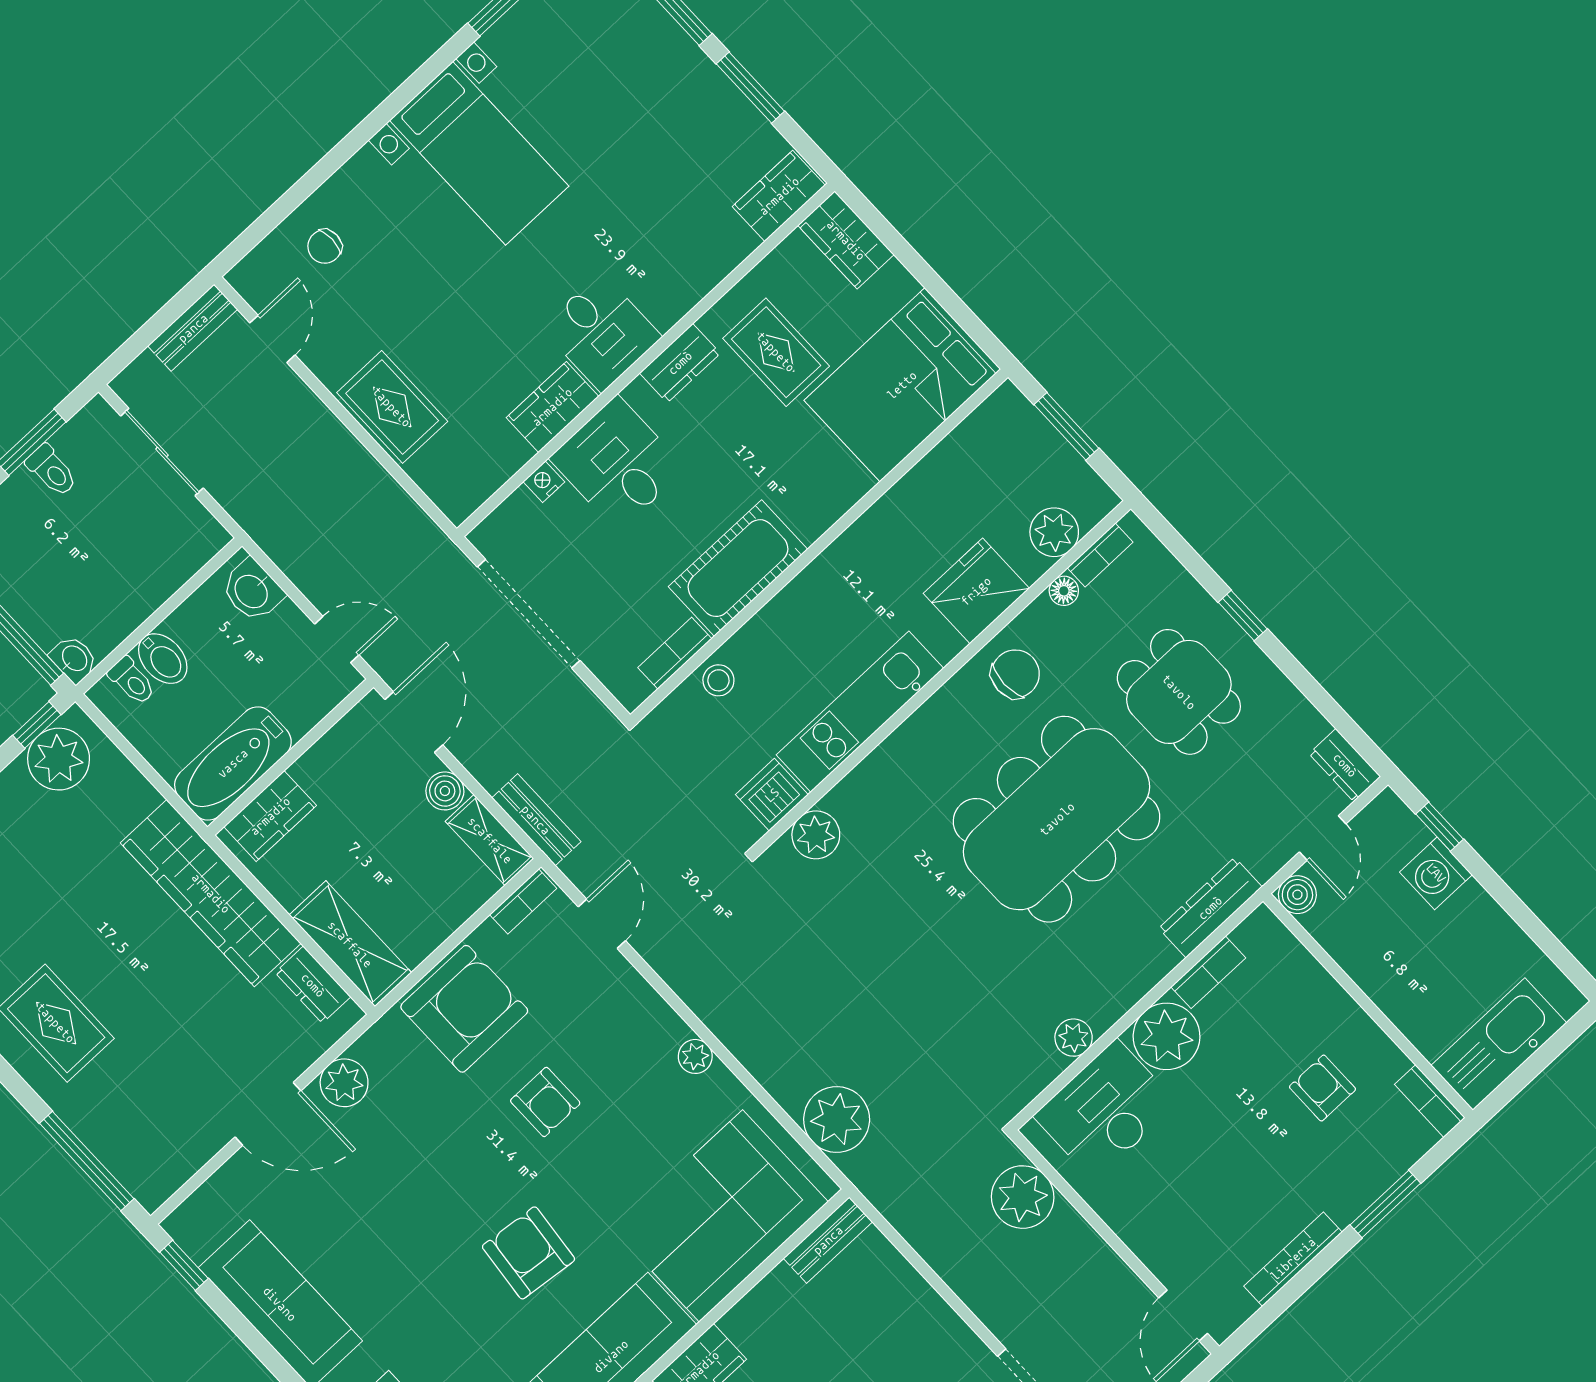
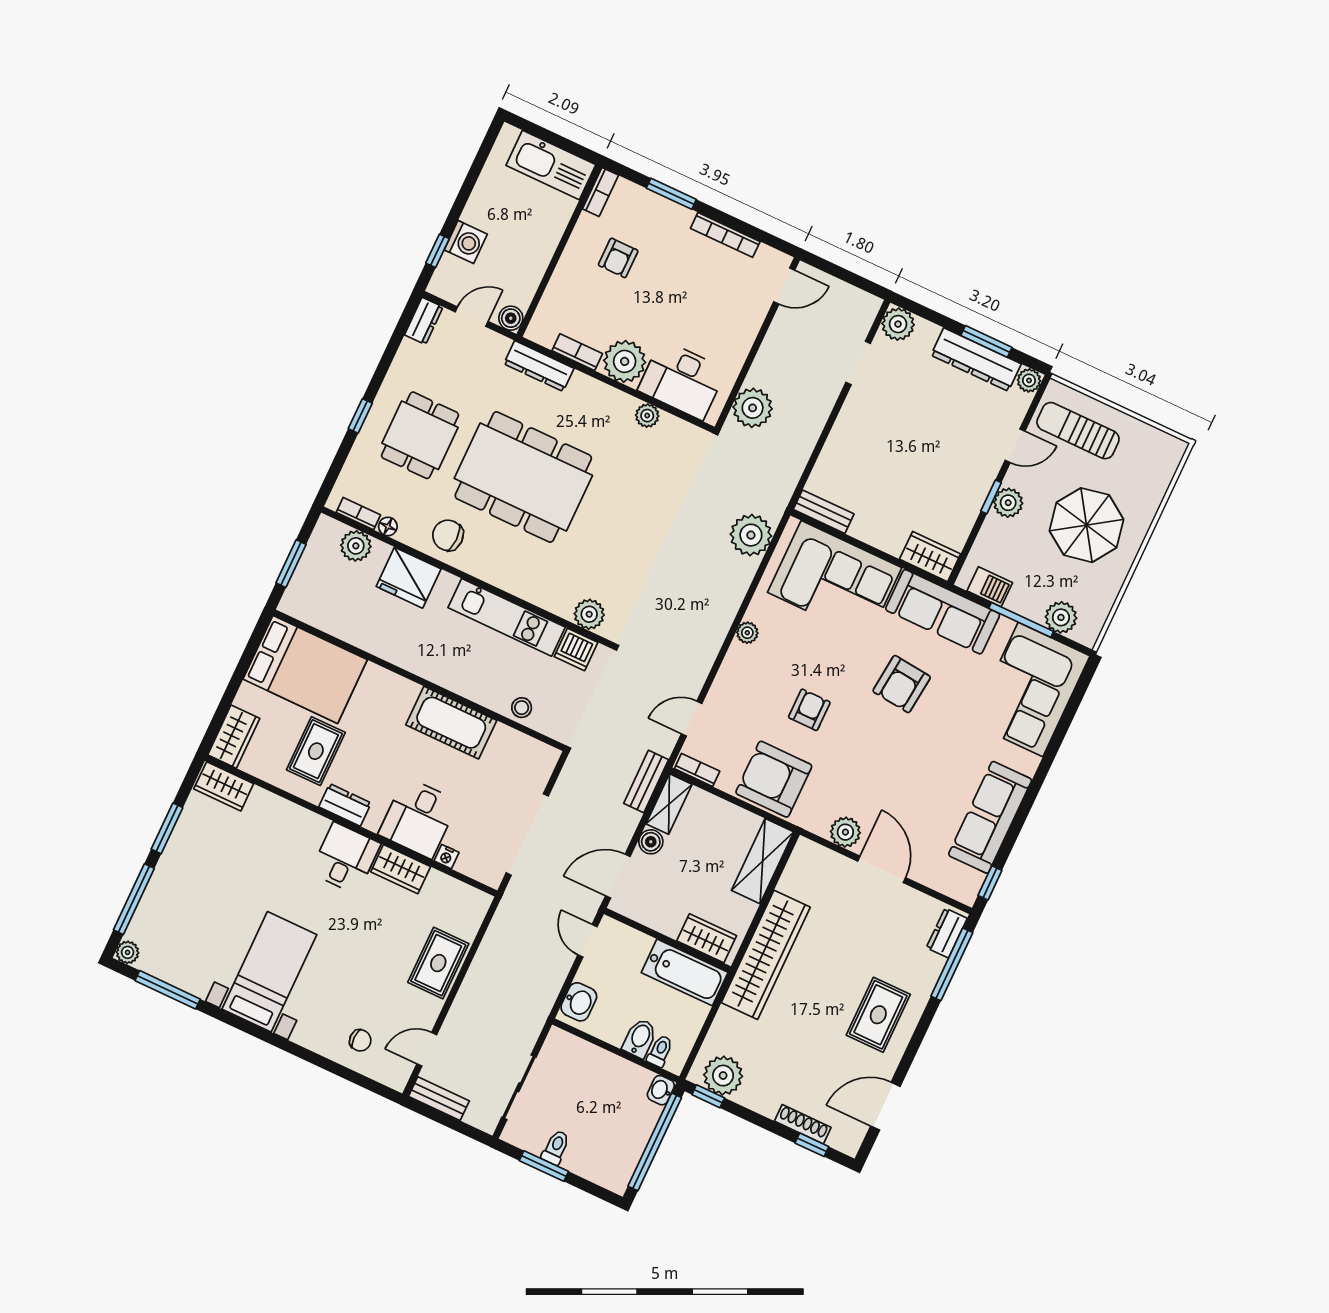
bookcase: (675, 653) -> (516, 740), removed
dresser: (313, 985) -> (947, 933), moved, turned 180

